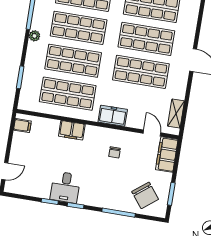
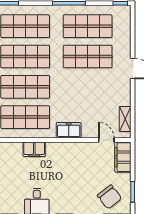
shop shelf: (141, 72) -> (88, 87), removed
chair: (114, 152) -> (76, 163), removed

